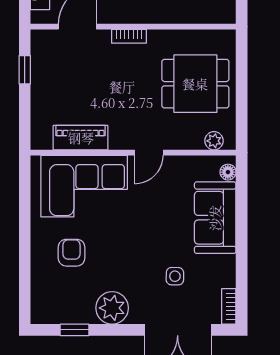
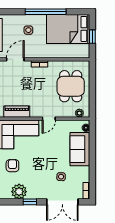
dining table: (195, 84) -> (71, 86), turned 90
plant: (112, 308) -> (19, 192), moved
window: (75, 330) -> (30, 202), moved

